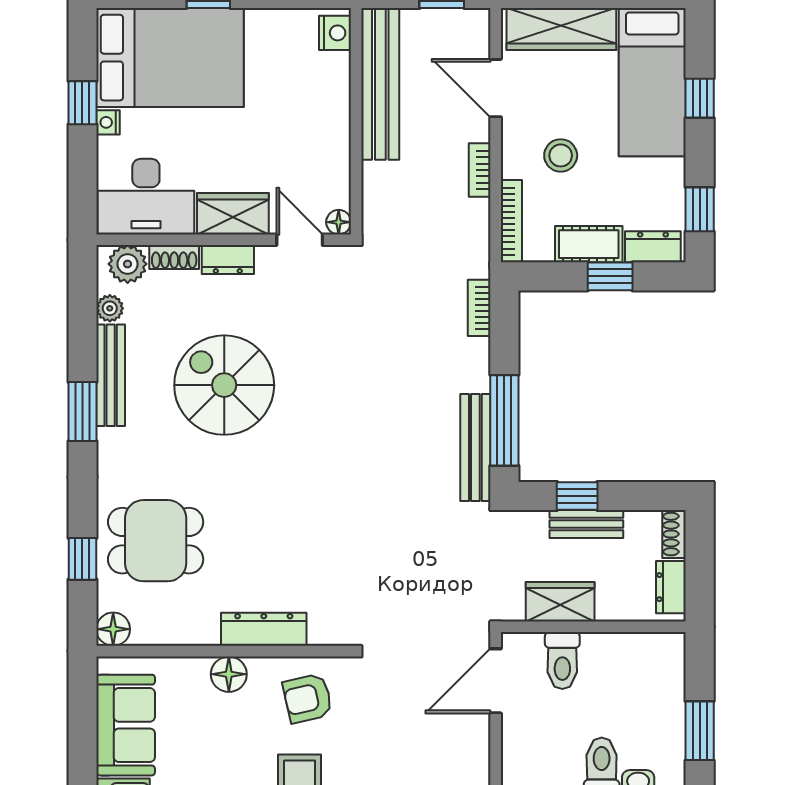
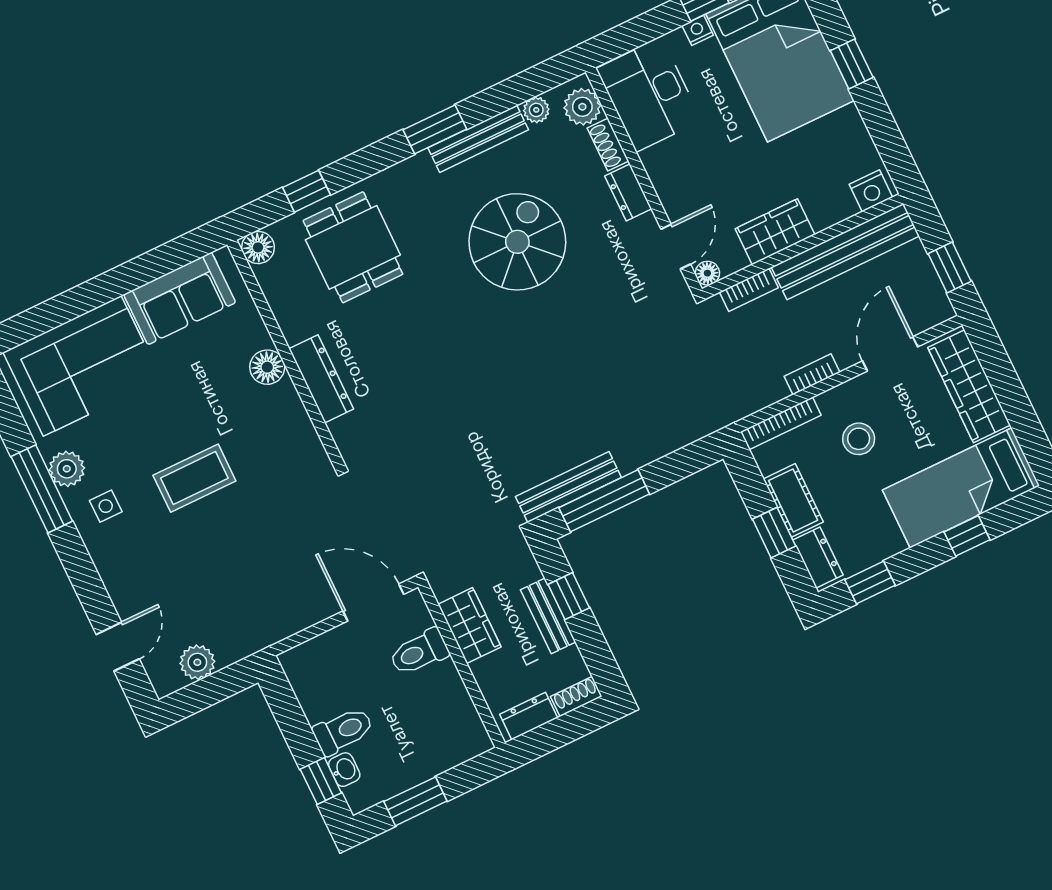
wardrobe: (233, 214) -> (775, 232), moved, turned -90
bookcase: (479, 308) -> (749, 290), moved, turned 180
armchair: (308, 698) -> (279, 446), removed

